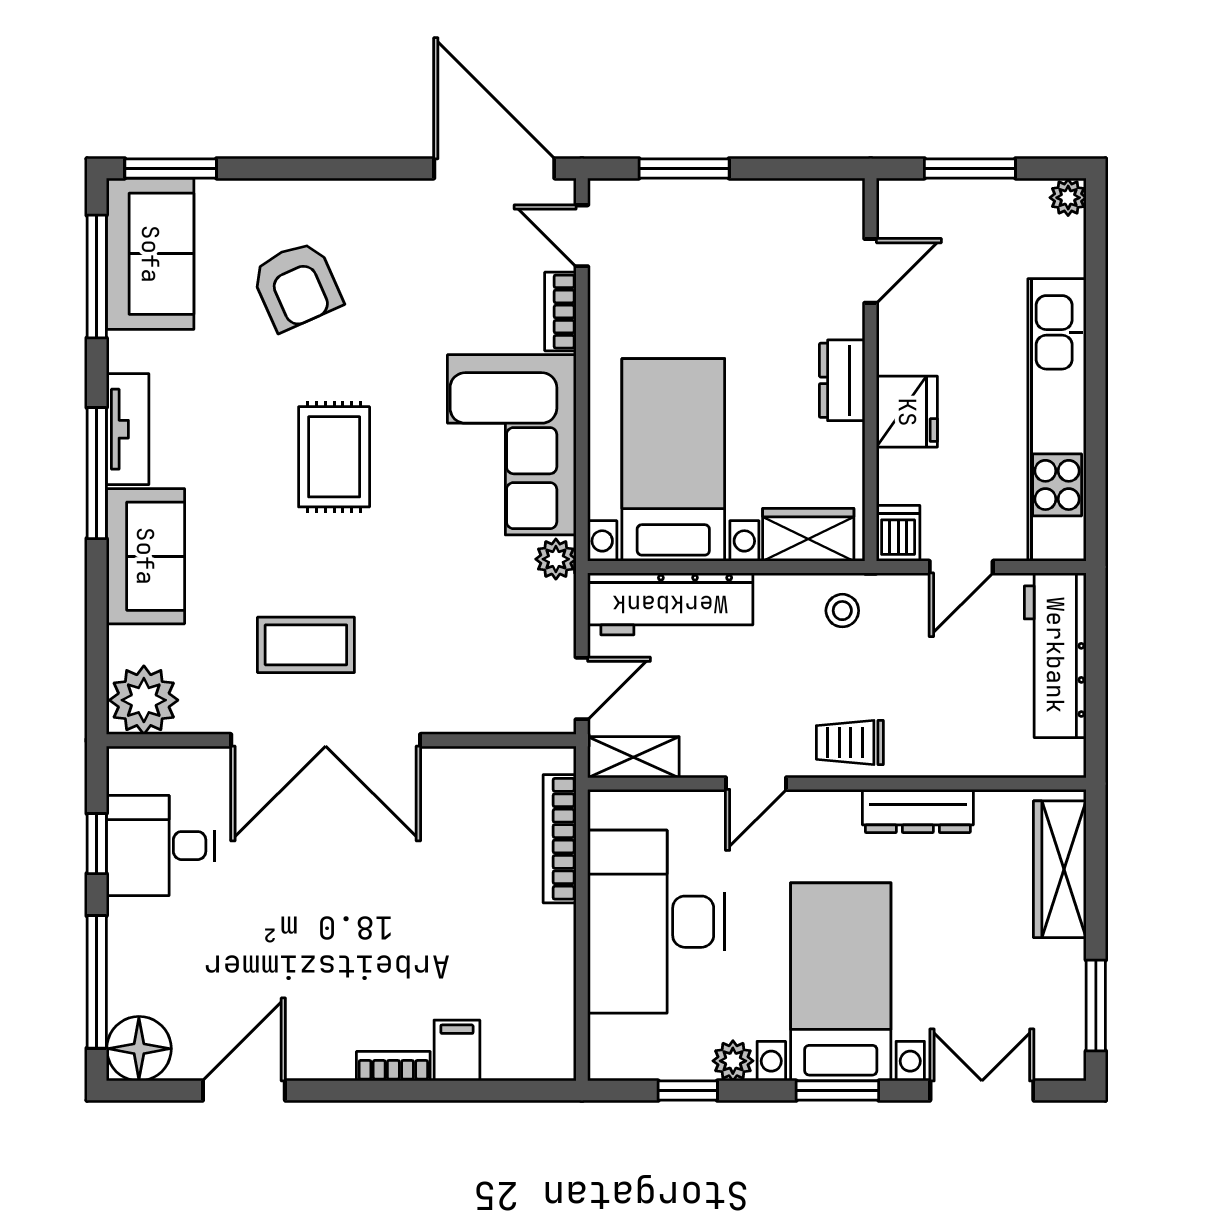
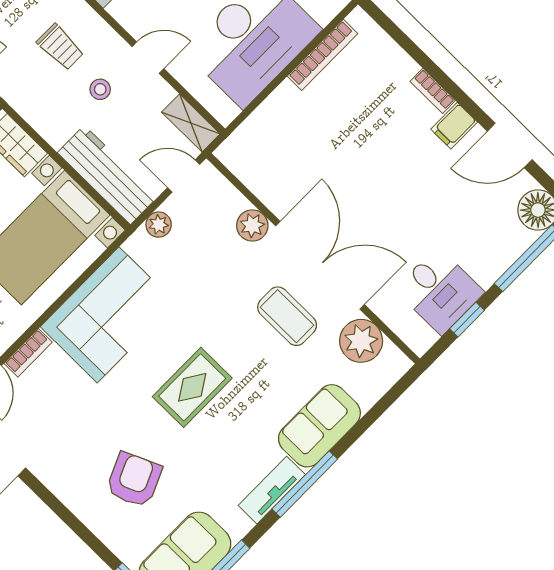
plant: (556, 559) -> (159, 225), moved
stool: (842, 611) -> (100, 89), moved
plant: (144, 700) -> (361, 341), moved
plant: (448, 709) -> (252, 225), added
trolley: (850, 742) -> (60, 47), moved
bookcase: (560, 839) -> (322, 55), moved
filing cabinet: (457, 1051) -> (454, 126), moved

